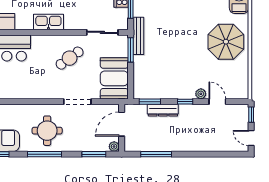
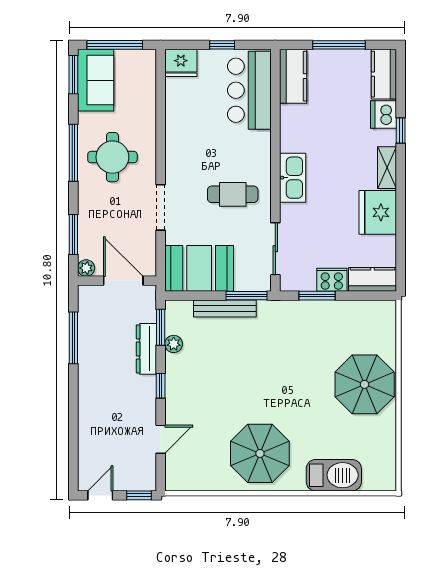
kitchen sink: (48, 22) -> (293, 178), moved
bench: (138, 36) -> (225, 309), moved
cafe table: (70, 58) -> (233, 194), turned -54
plant: (201, 94) -> (174, 344), moved

